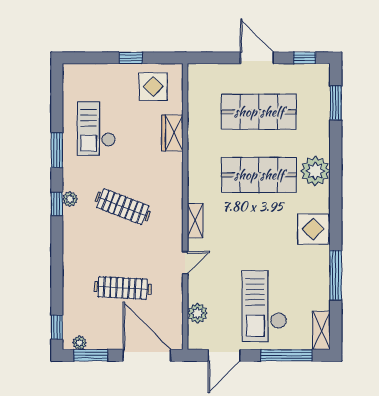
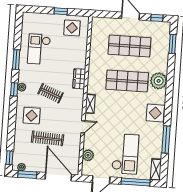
wardrobe: (172, 133) -> (79, 79), moved
clothes rail: (123, 207) -> (51, 93), width x0.73
display table: (91, 249) -> (32, 116), added
checkout: (264, 306) -> (125, 154), turned 180

